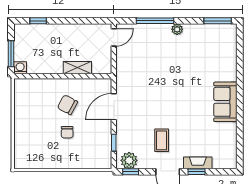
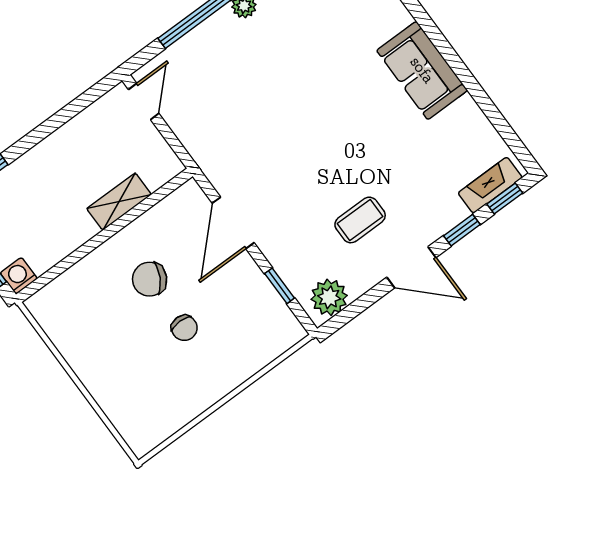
coffee table: (162, 140) -> (360, 220), turned 90
fireplace: (198, 163) -> (490, 185), moved
window: (131, 172) -> (505, 199), moved

